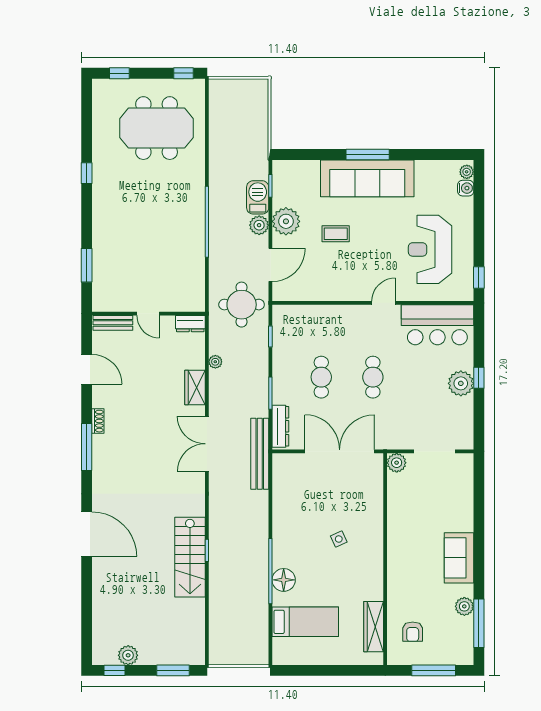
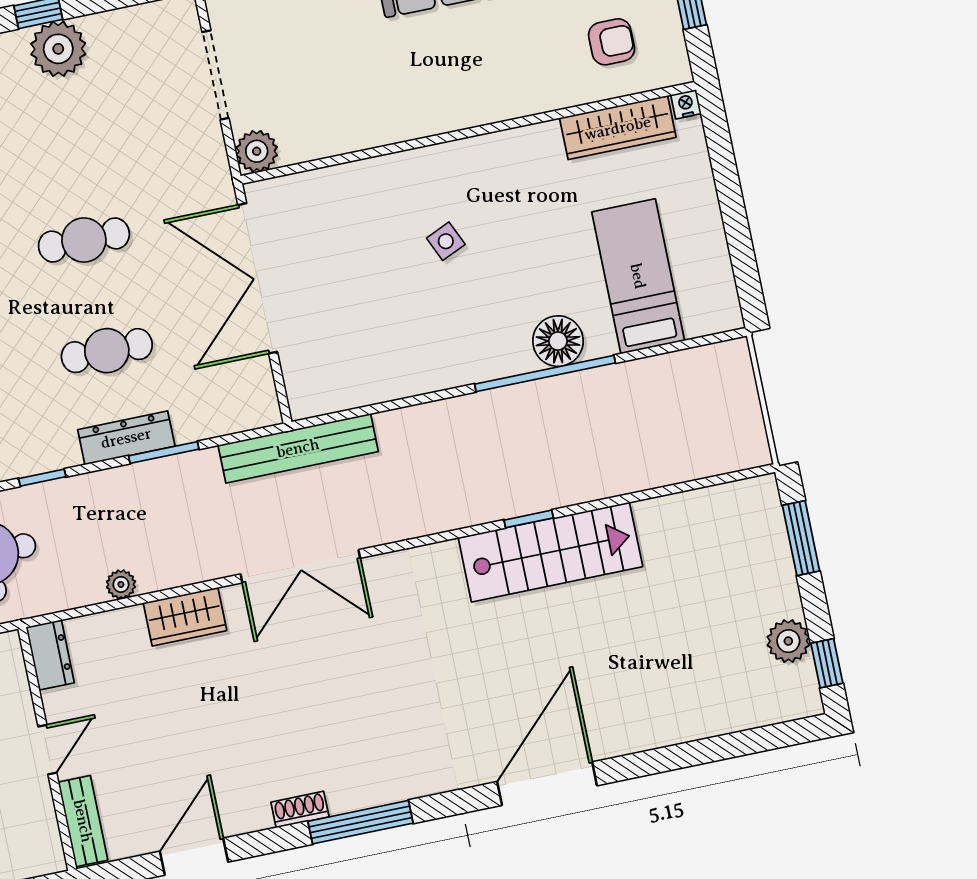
dresser: (280, 426) -> (126, 438), moved
nightstand: (378, 659) -> (686, 104), added

